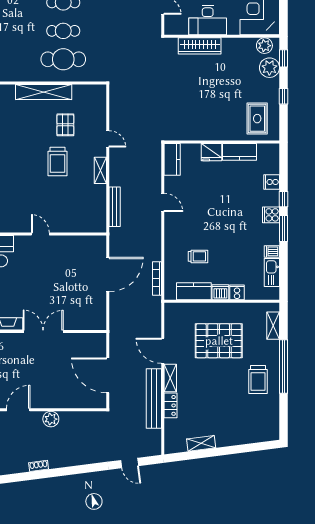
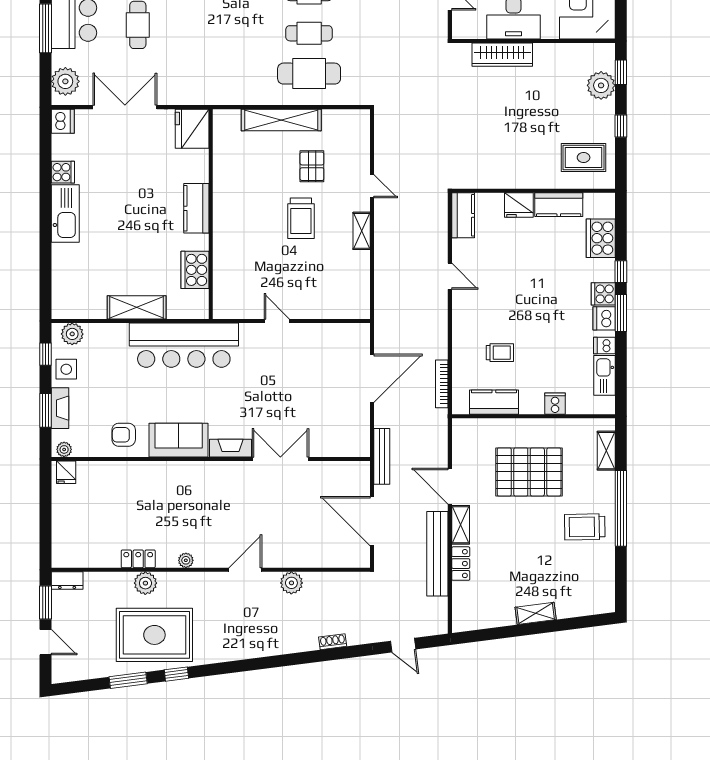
plant: (264, 46) -> (594, 54), removed
rug: (257, 119) -> (584, 158), turned 90
cooker: (272, 182) -> (601, 238), width x1.87, depth x1.31
bench: (115, 207) -> (382, 456), moved
dishwasher: (220, 292) -> (604, 318), moved, turned -90
trolley: (258, 380) -> (585, 527), turned 89
shelving: (201, 443) -> (536, 613), moved
shoe rack: (39, 466) -> (333, 642), moved

